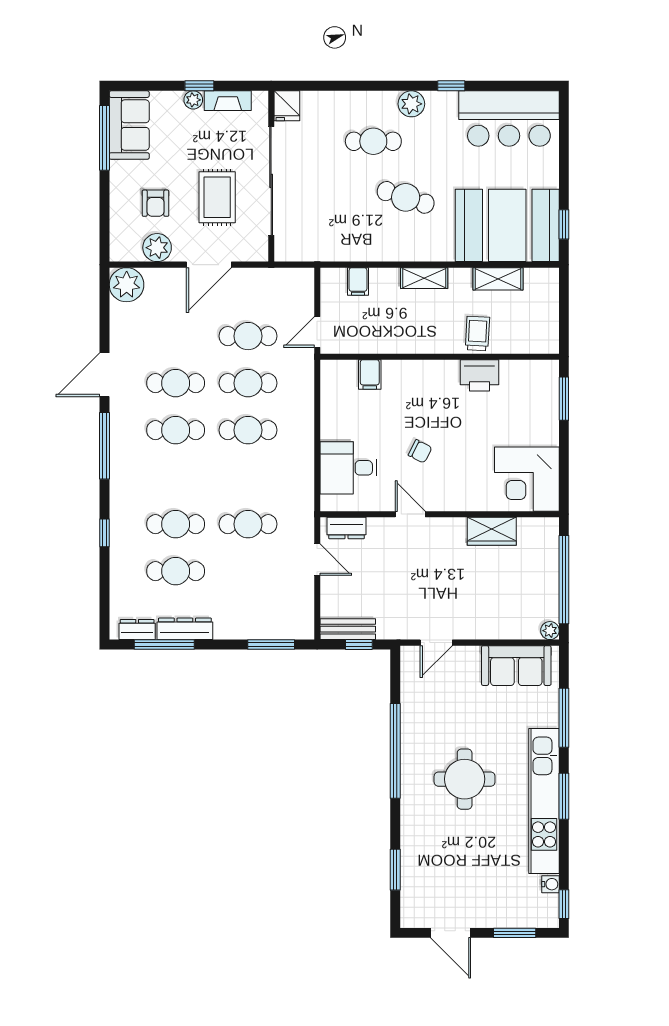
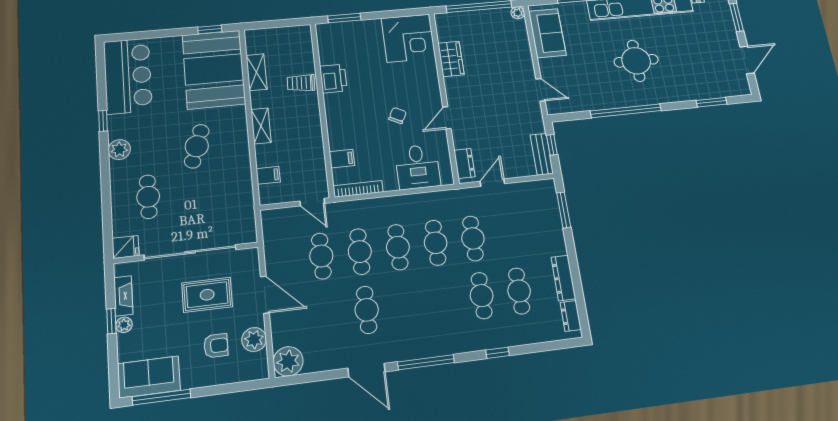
cafe table: (373, 141) -> (148, 197), moved
bookcase: (328, 390) -> (358, 189), added
cafe table: (176, 430) -> (436, 243), moved
window: (164, 645) -> (579, 293), removed

